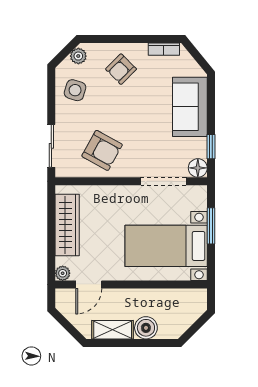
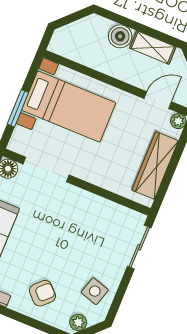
armchair: (102, 150) -> (93, 223), removed

